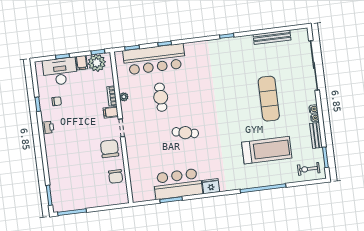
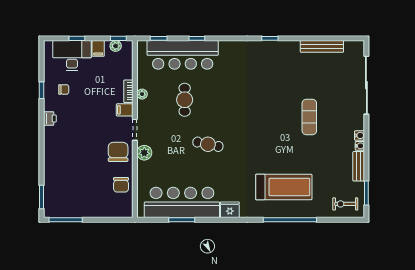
plant: (97, 63) -> (116, 46), width x0.53, depth x0.53
exercise mat: (269, 99) -> (309, 117), width x0.73, depth x0.69
plant: (132, 147) -> (144, 153), added
treadmill: (267, 150) -> (284, 187), moved
bar counter: (178, 184) -> (182, 202), width x1.36

